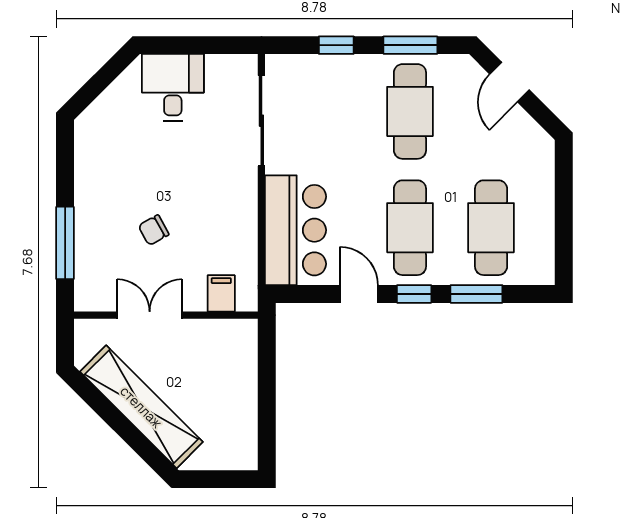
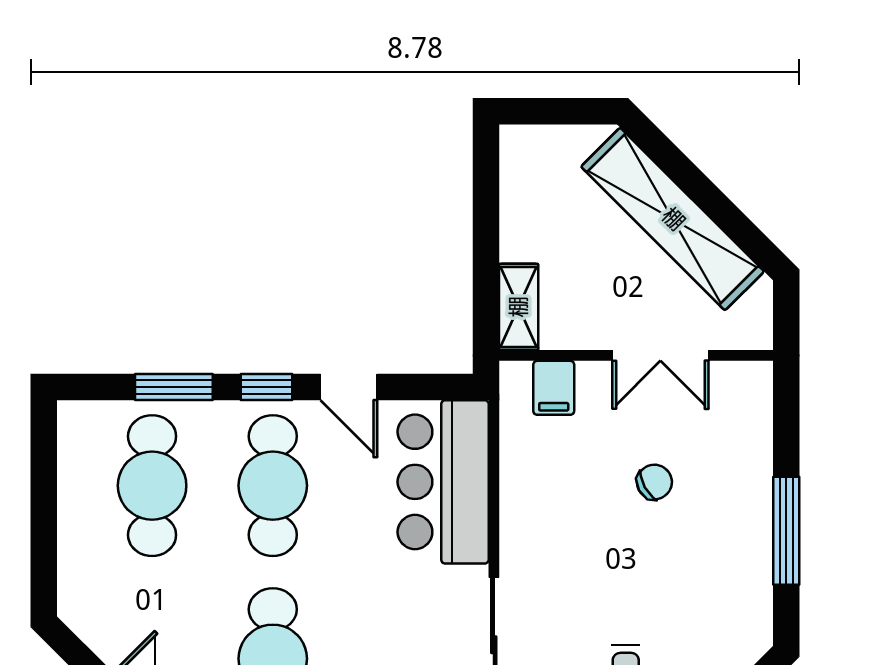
window: (65, 243) -> (786, 531), moved
shelving: (245, 348) -> (519, 307), added

